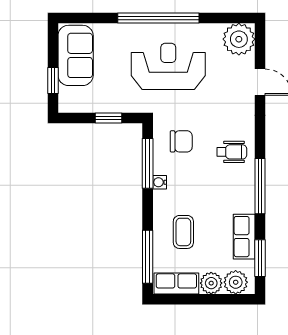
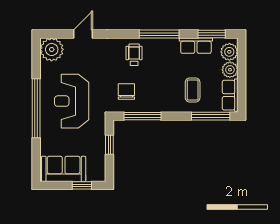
water cooler: (160, 182) -> (156, 107), removed
coffee table: (183, 232) -> (193, 90), turned 90

